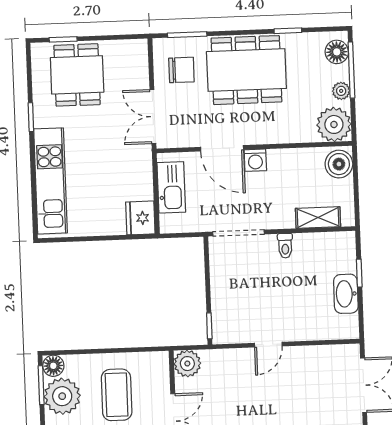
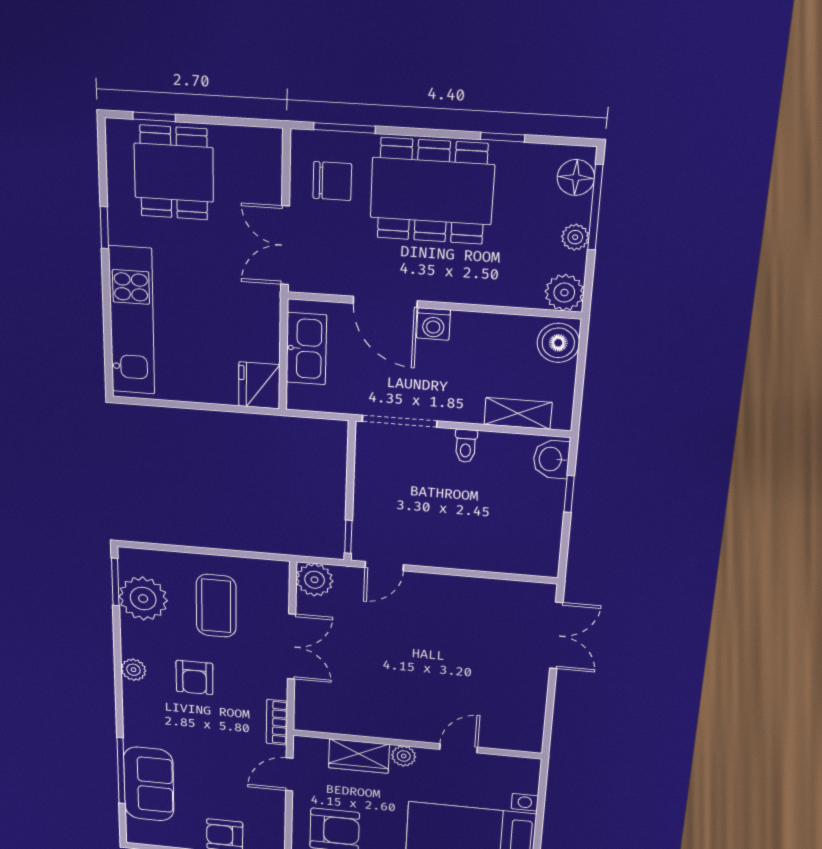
plant: (334, 124) -> (564, 293), width x0.73, depth x0.73
washbasin: (346, 294) -> (551, 459), moved, width x0.72
door: (268, 345) -> (384, 566), moved
floor lamp: (53, 366) -> (132, 561), removed

